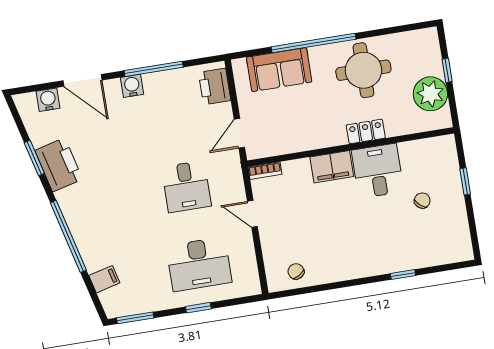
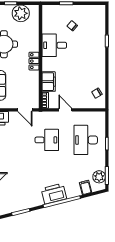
locker: (366, 131) -> (34, 61), moved
printer: (59, 165) -> (54, 194), moved
filing cabinet: (332, 167) -> (49, 82), moved
door: (252, 214) -> (65, 110), swing flipped
desk: (199, 264) -> (86, 140), turned 180
plant: (130, 303) -> (99, 177), added

